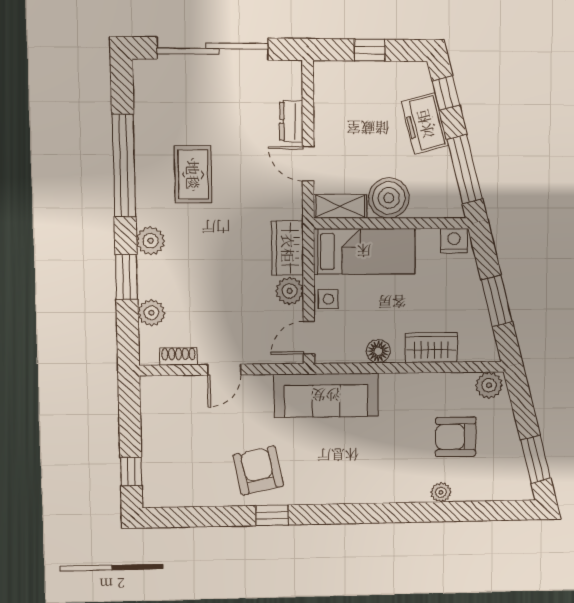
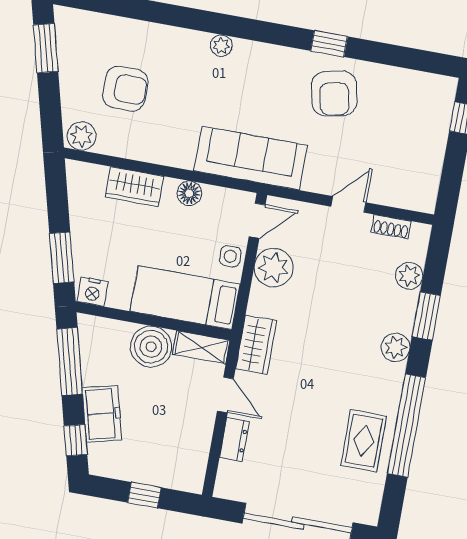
rug: (193, 175) -> (364, 441), moved
wardrobe: (288, 248) -> (256, 345), moved
plant: (290, 291) -> (274, 268), width x1.36, depth x1.36
window: (497, 301) -> (62, 258), moved
plant: (441, 492) -> (221, 46), moved

